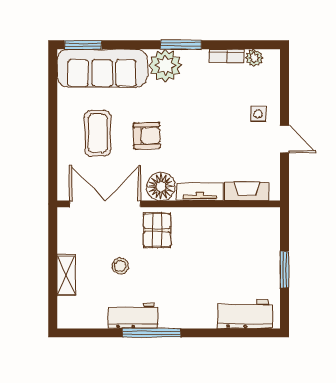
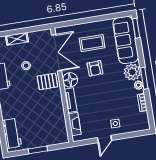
plant: (254, 58) -> (138, 85), moved

